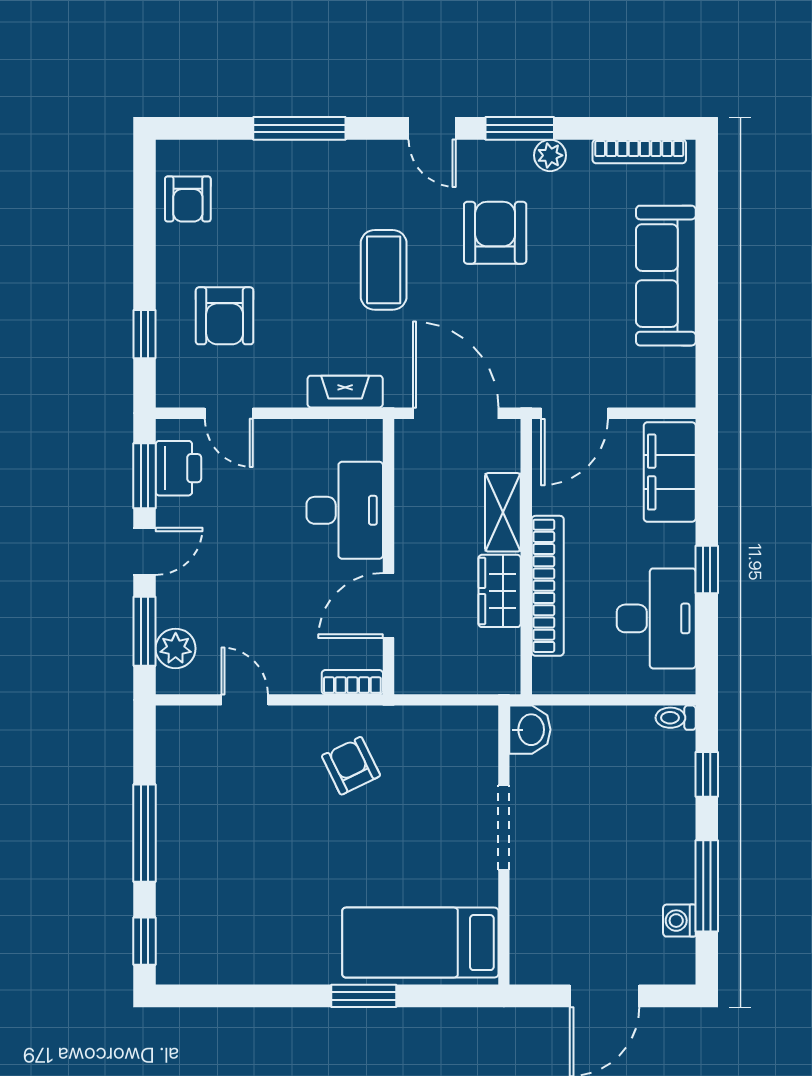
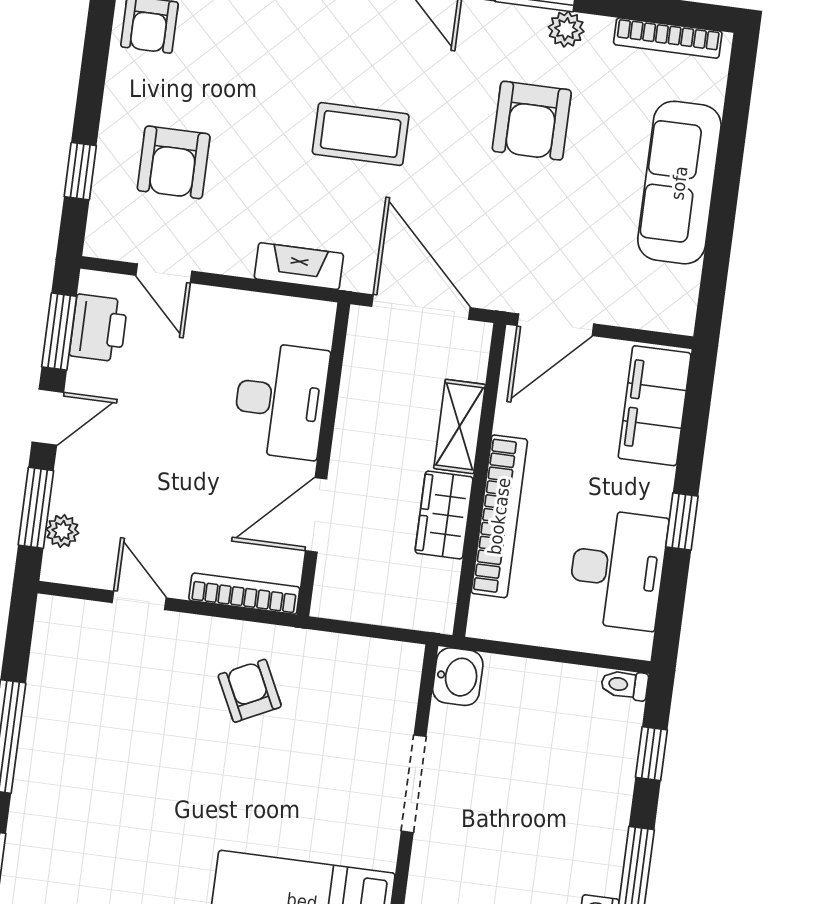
armchair: (495, 233) -> (532, 121), moved, turned 180
coffee table: (384, 270) -> (361, 134), turned 90
plant: (176, 648) -> (62, 531), width x0.73, depth x0.73
bookcase: (352, 682) -> (244, 594), width x1.56

